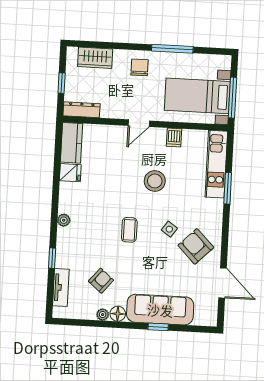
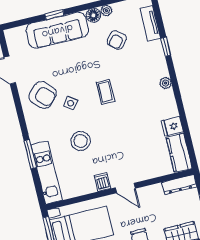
door: (139, 123) -> (125, 188), swing flipped
dishwasher: (174, 138) -> (102, 182), moved
stool: (155, 181) -> (81, 141), moved

